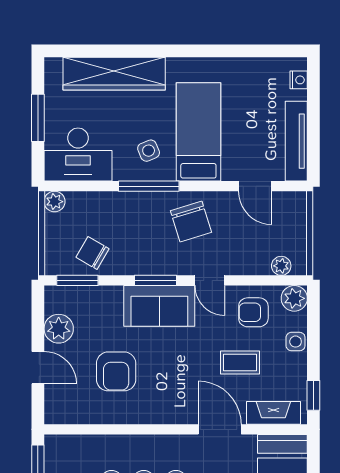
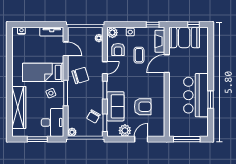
tv unit: (296, 141) -> (52, 32), width x0.71
door: (255, 186) -> (66, 49), hinge flipped
sofa: (159, 306) -> (115, 106), moved

